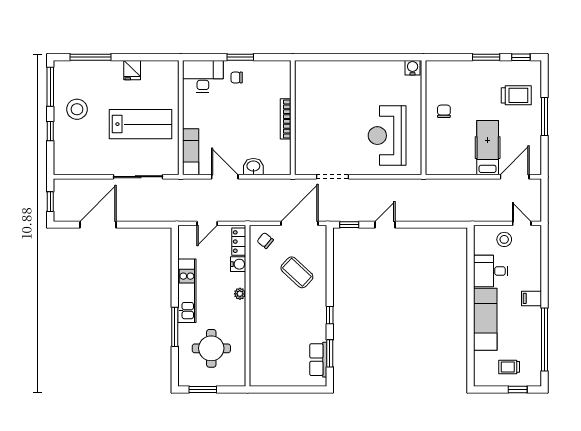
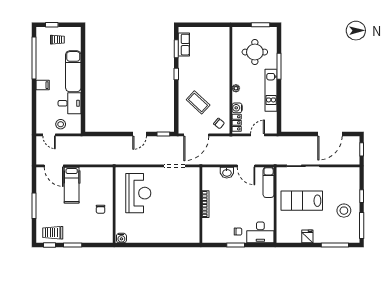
trolley: (516, 95) -> (53, 233), moved
door: (515, 177) -> (54, 166), hinge flipped

